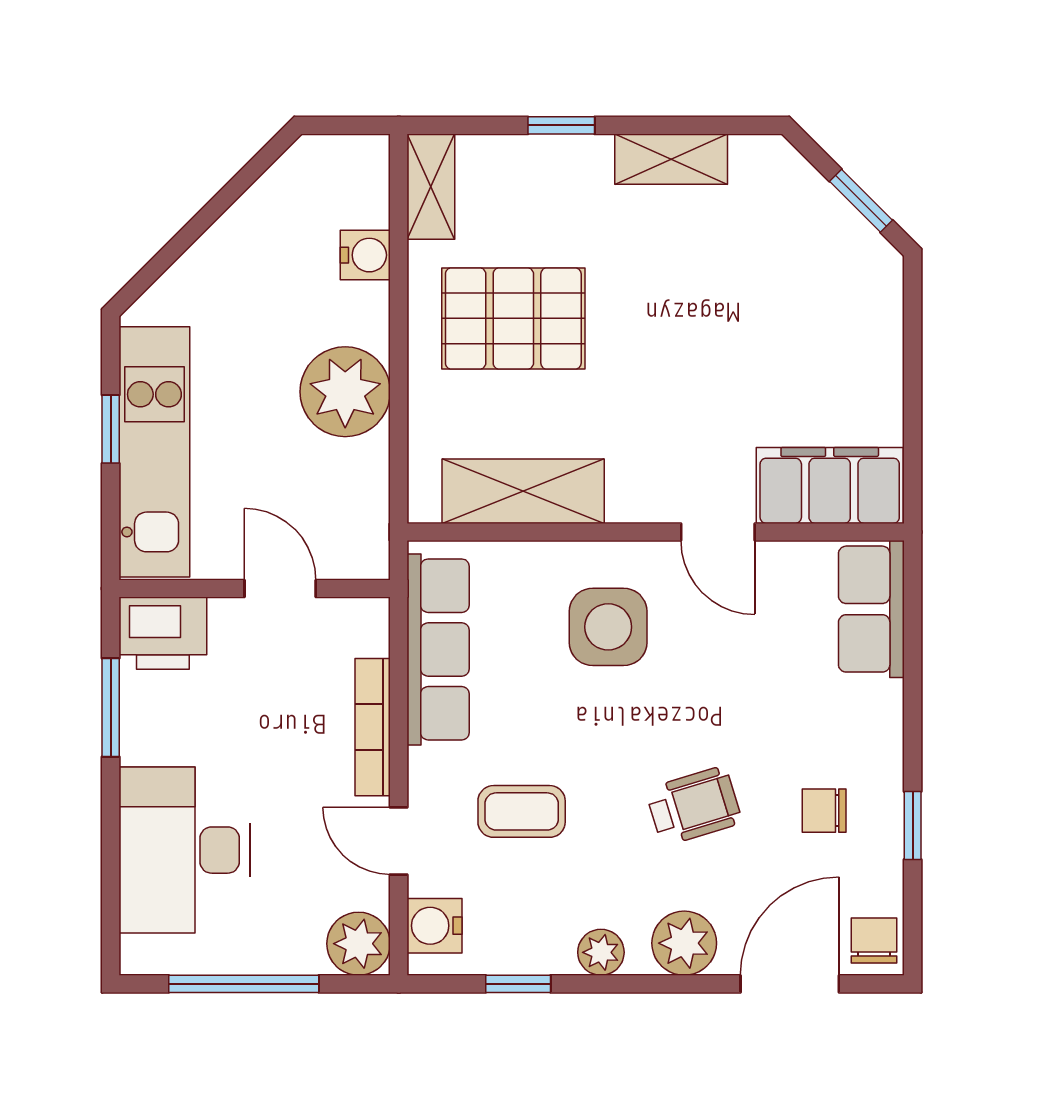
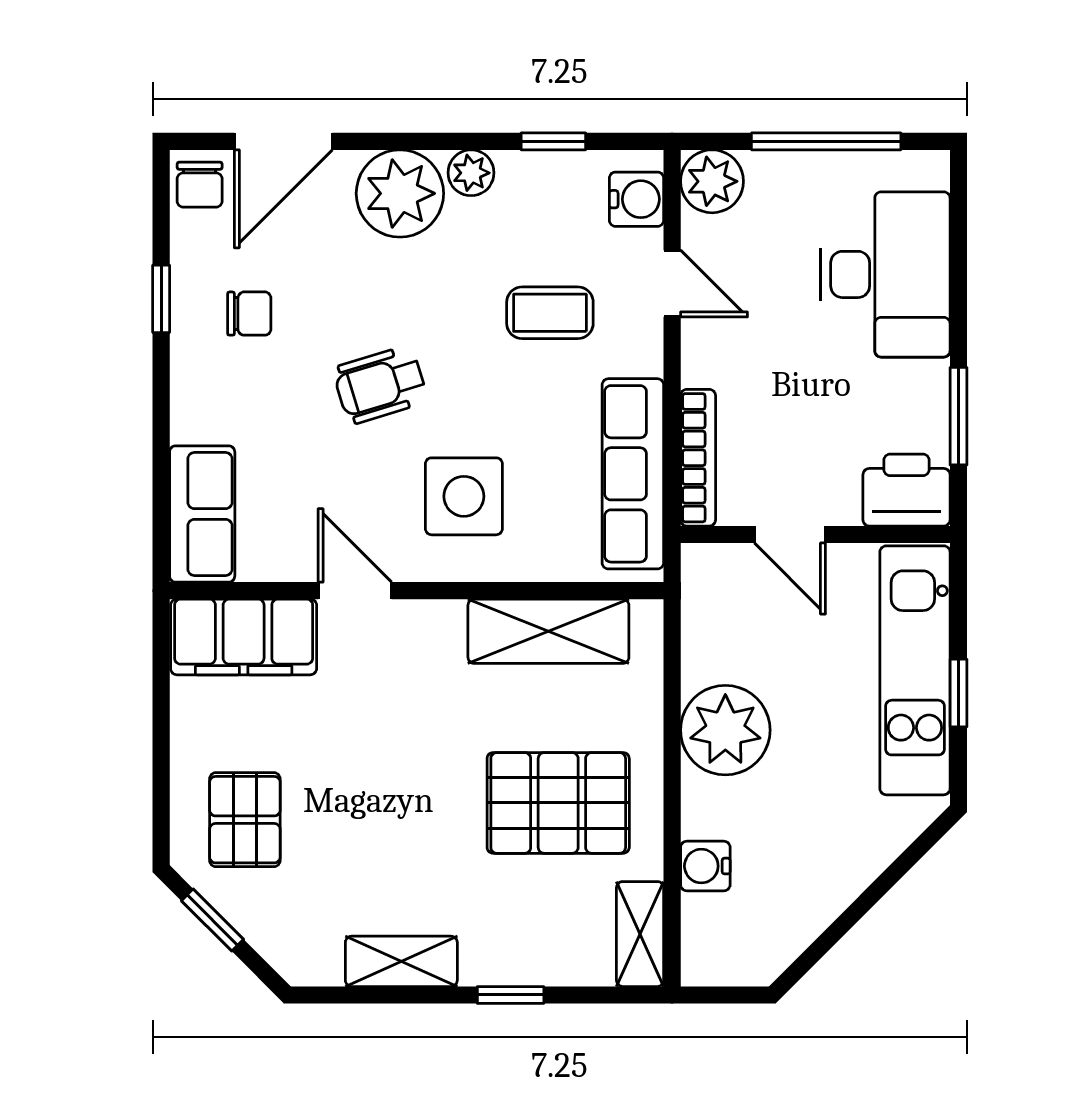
pallet: (828, 302) -> (245, 820), added
bookcase: (373, 727) -> (698, 458), moved
wheelchair: (694, 806) -> (380, 385), moved
plant: (684, 943) -> (400, 193), width x1.36, depth x1.36

